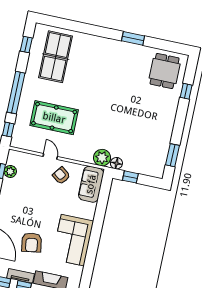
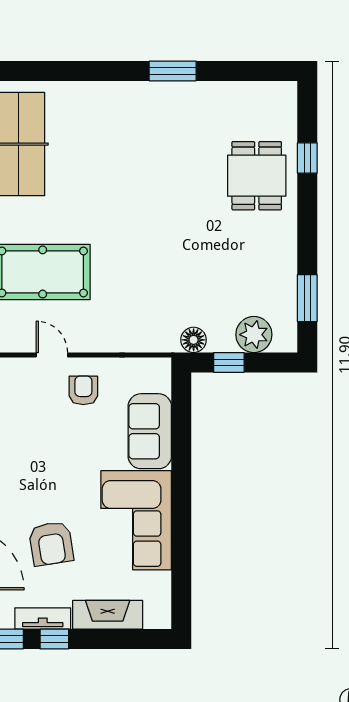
dining table: (165, 71) -> (257, 176), moved
plant: (102, 158) -> (254, 335), moved
armchair: (61, 176) -> (83, 390), turned 53
sofa: (91, 184) -> (150, 431), moved

